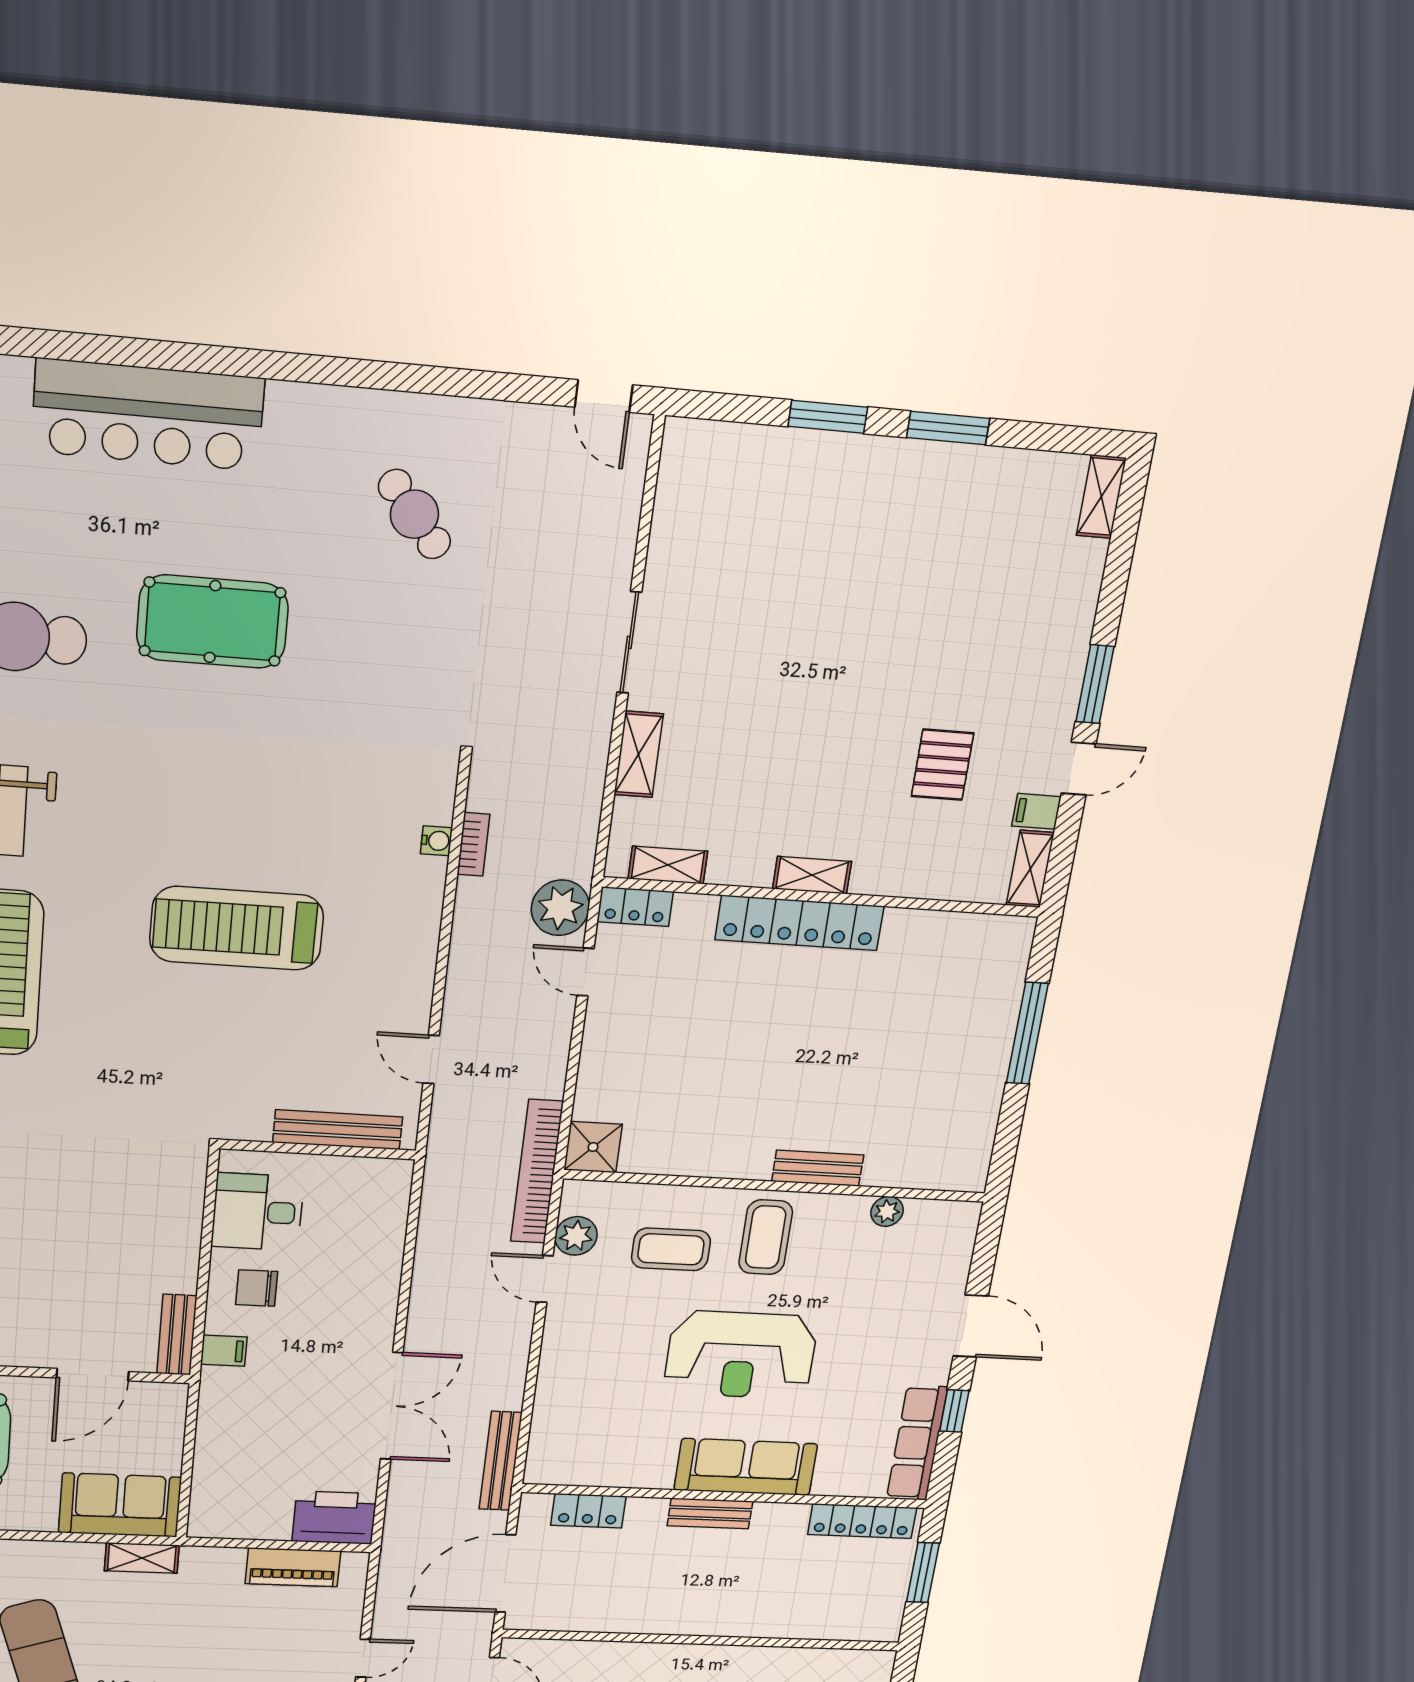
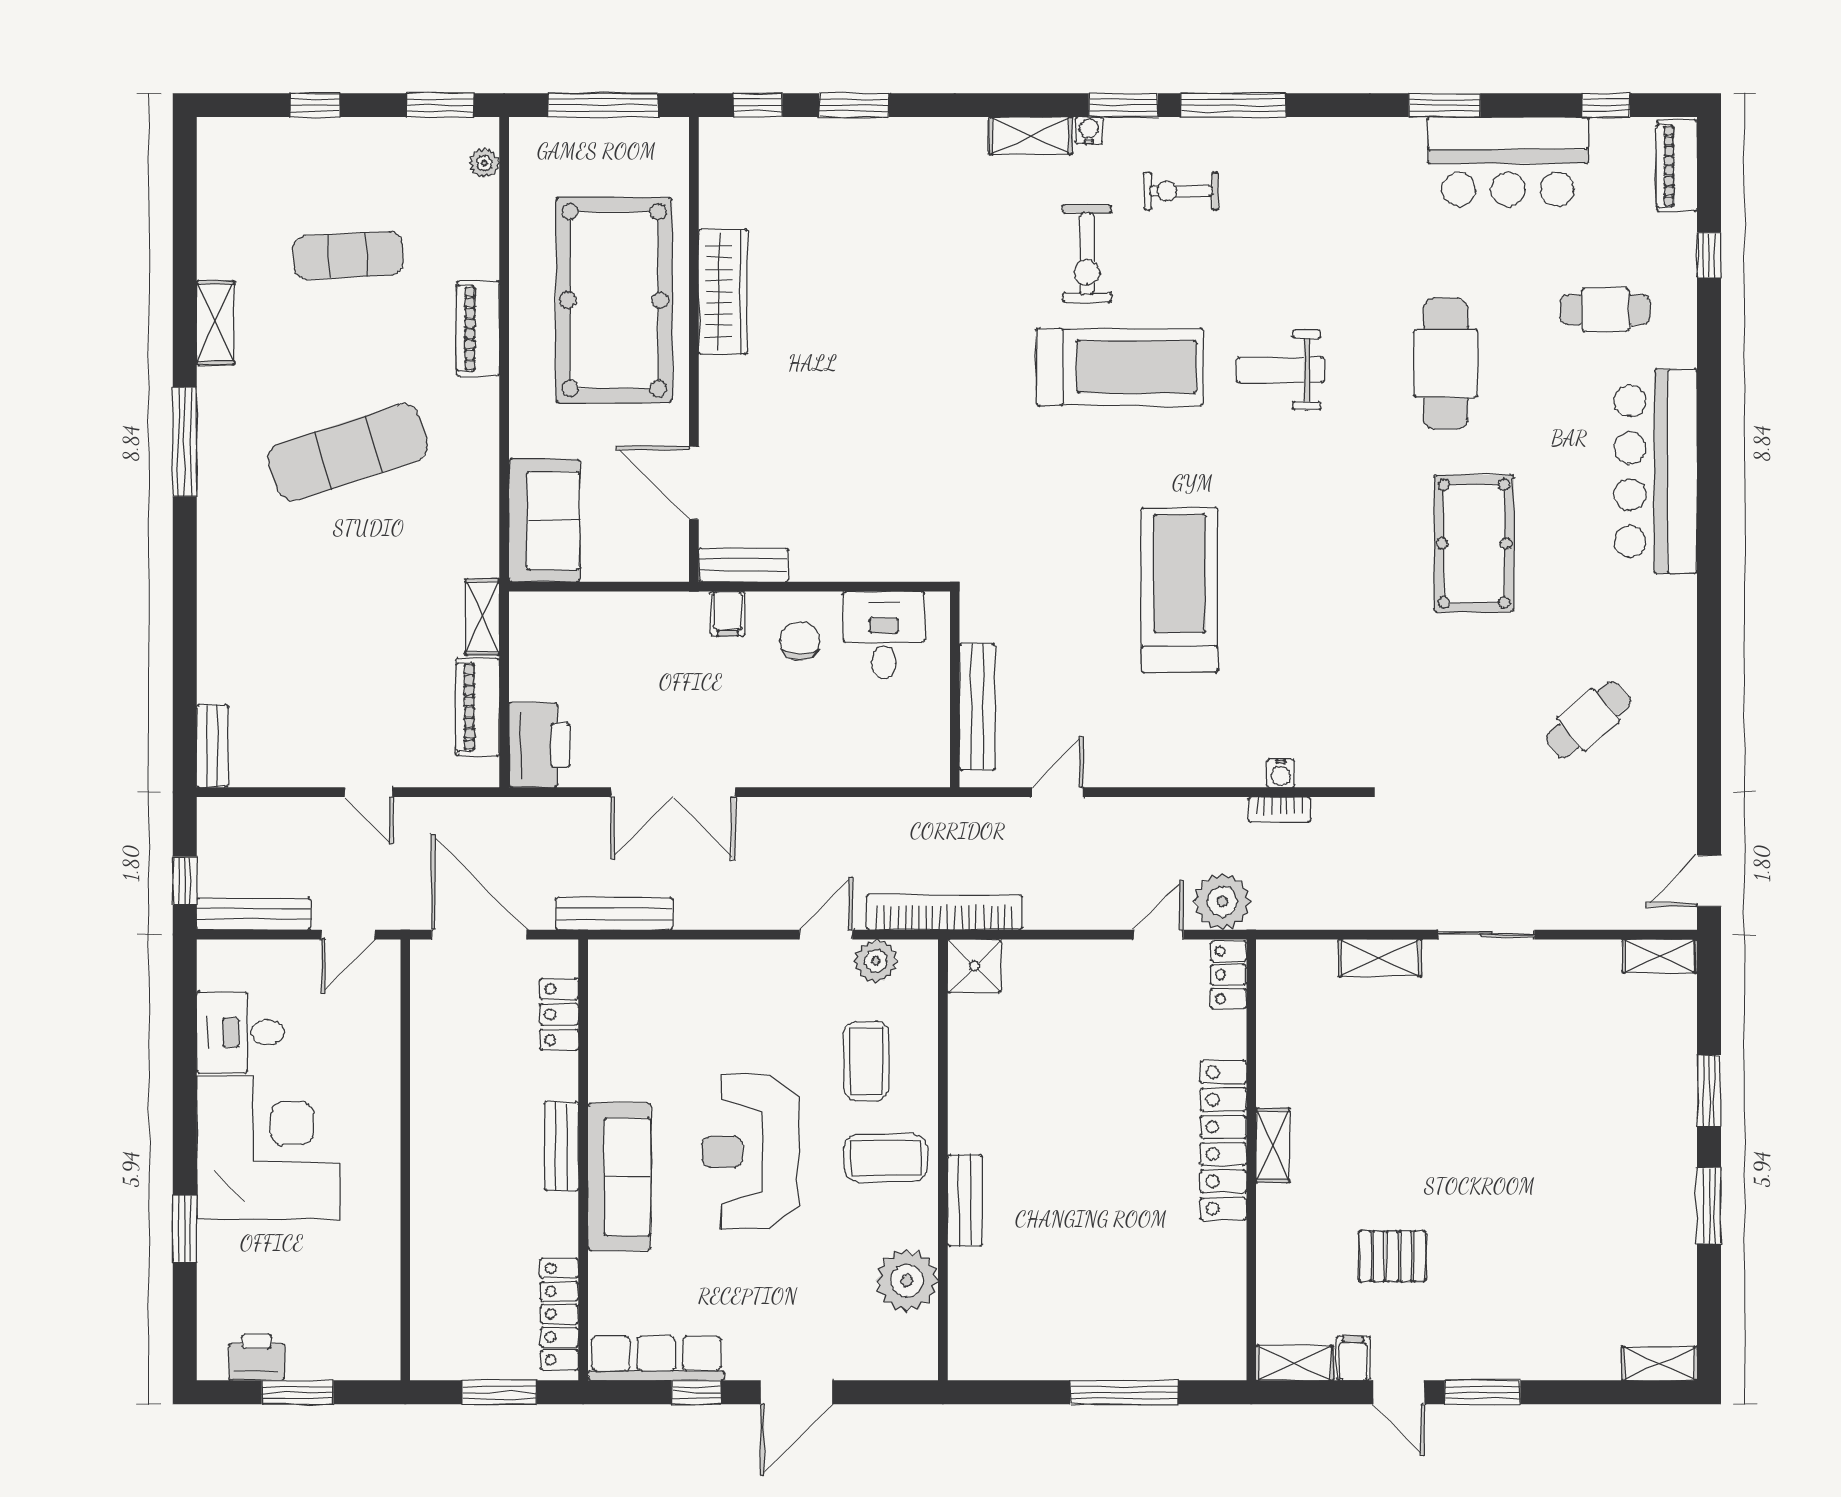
shelving: (668, 865) -> (1660, 956), moved, turned 90
plant: (887, 1211) -> (907, 1280), width x1.88, depth x1.88
shelving: (142, 1558) -> (482, 617), moved

